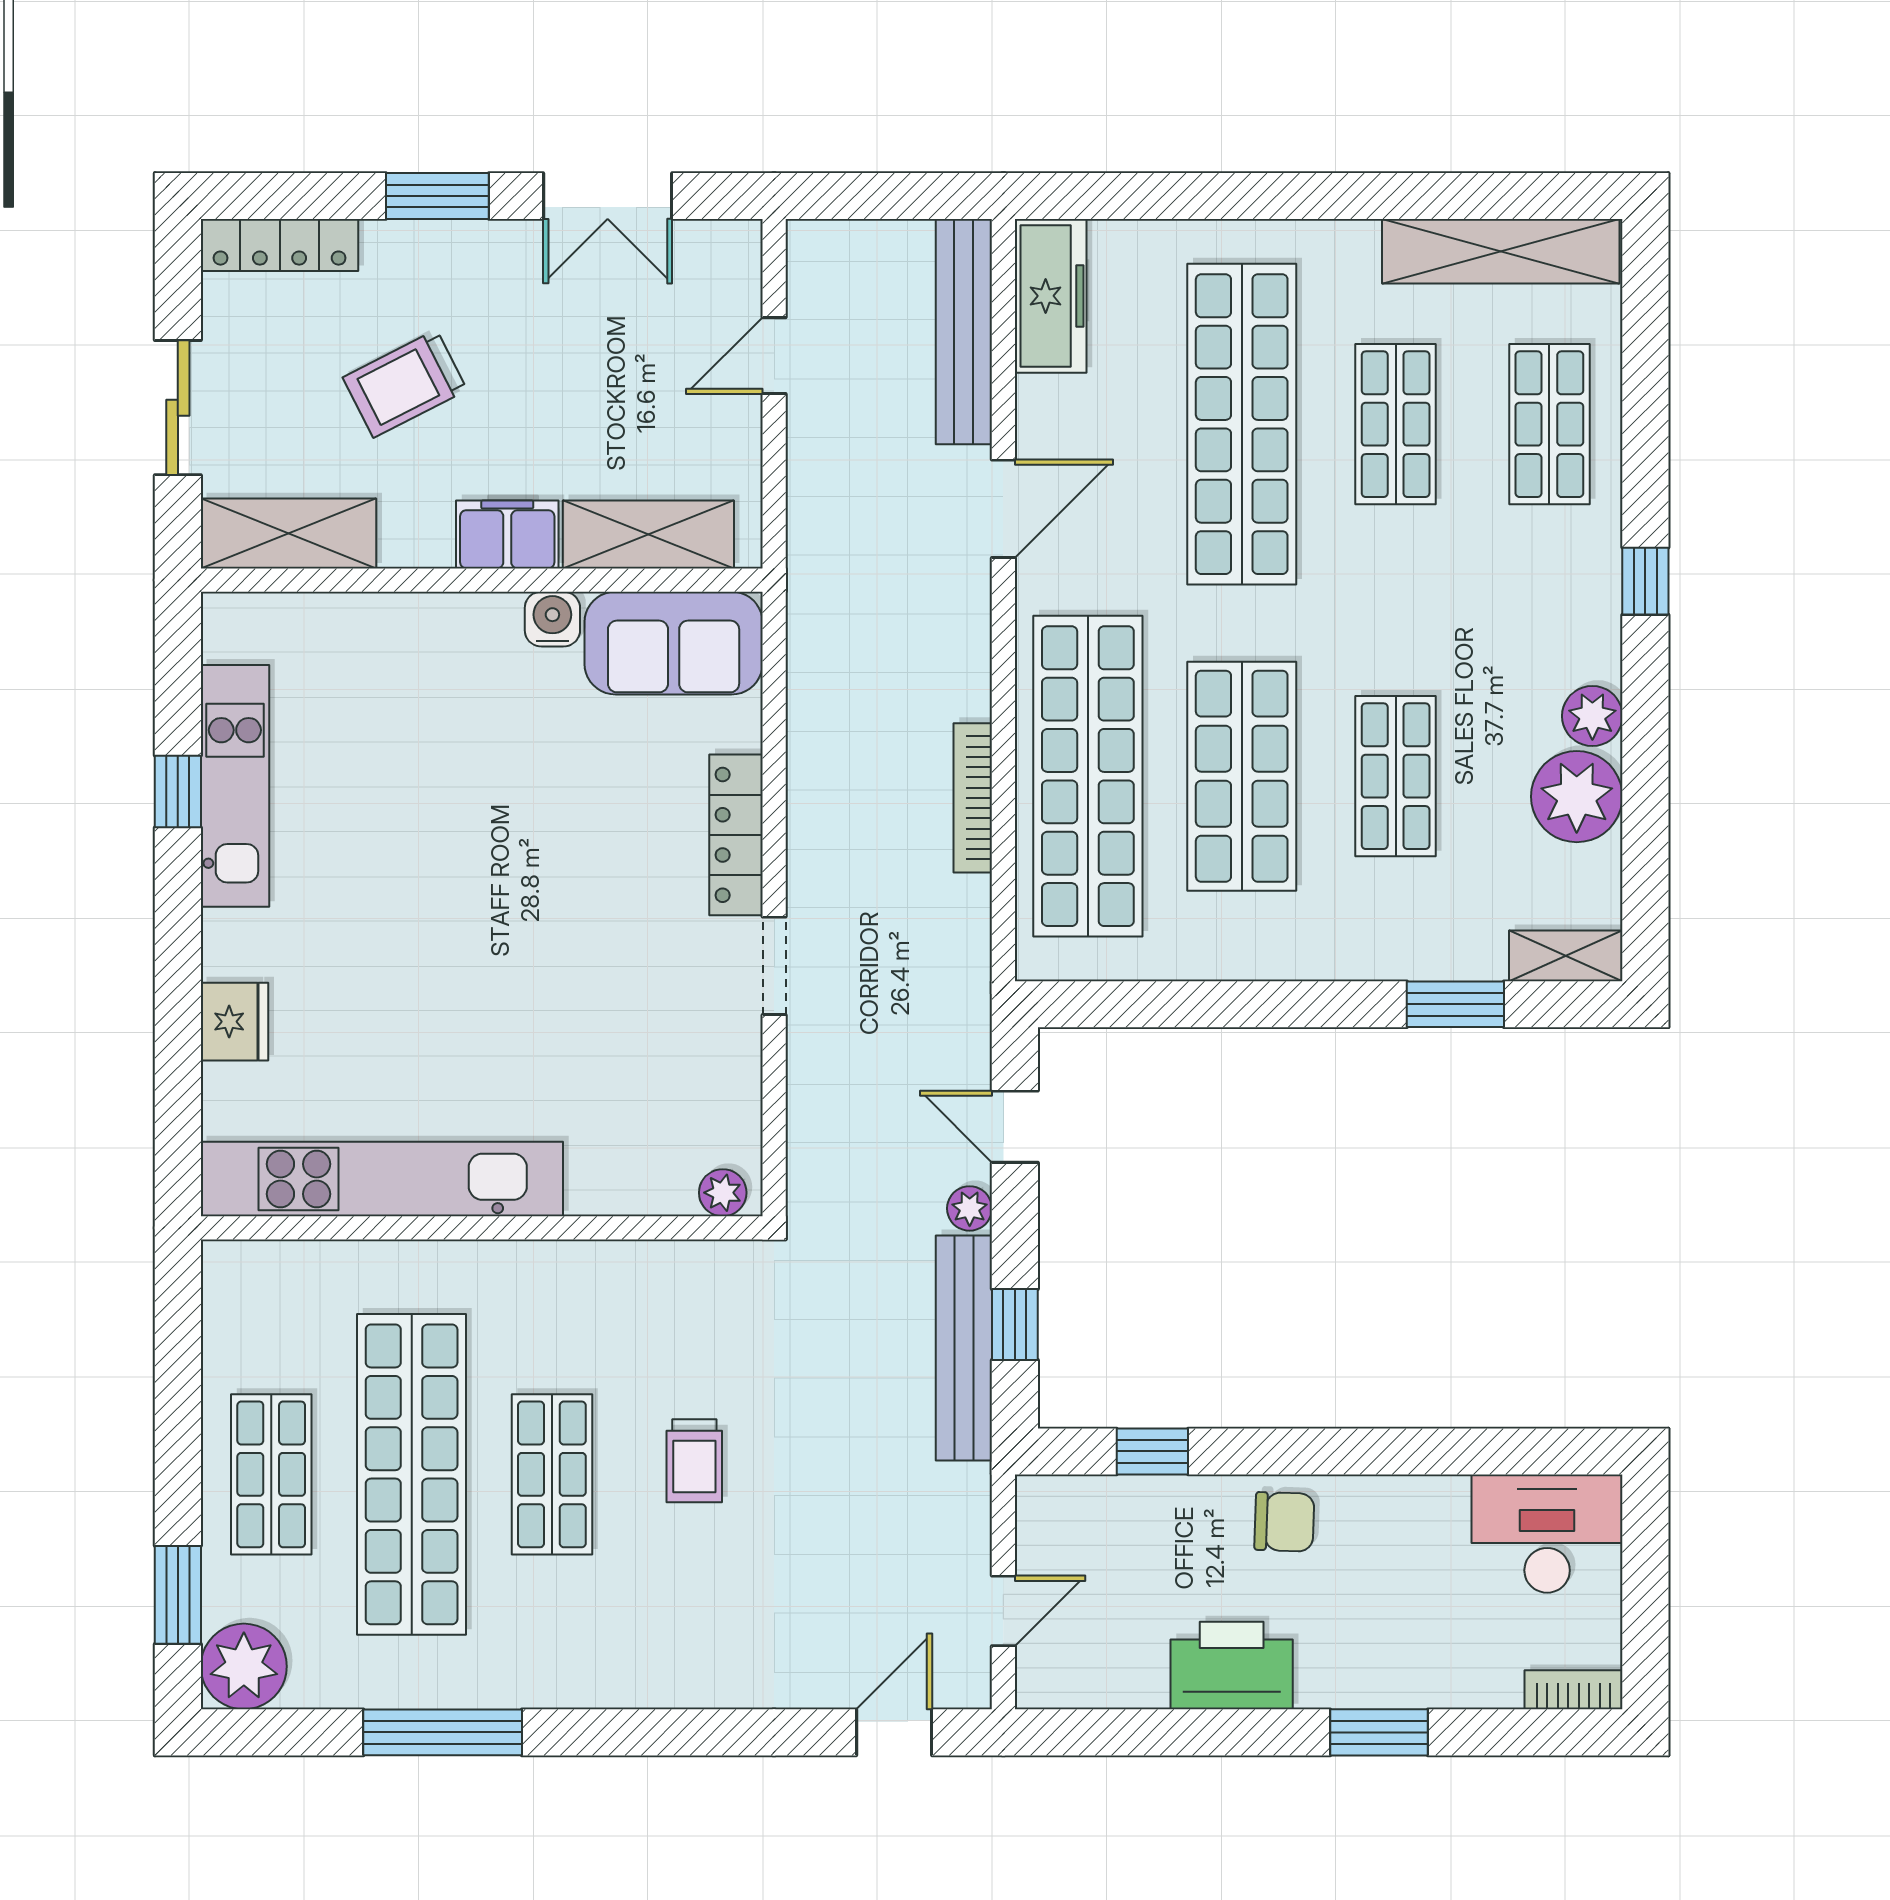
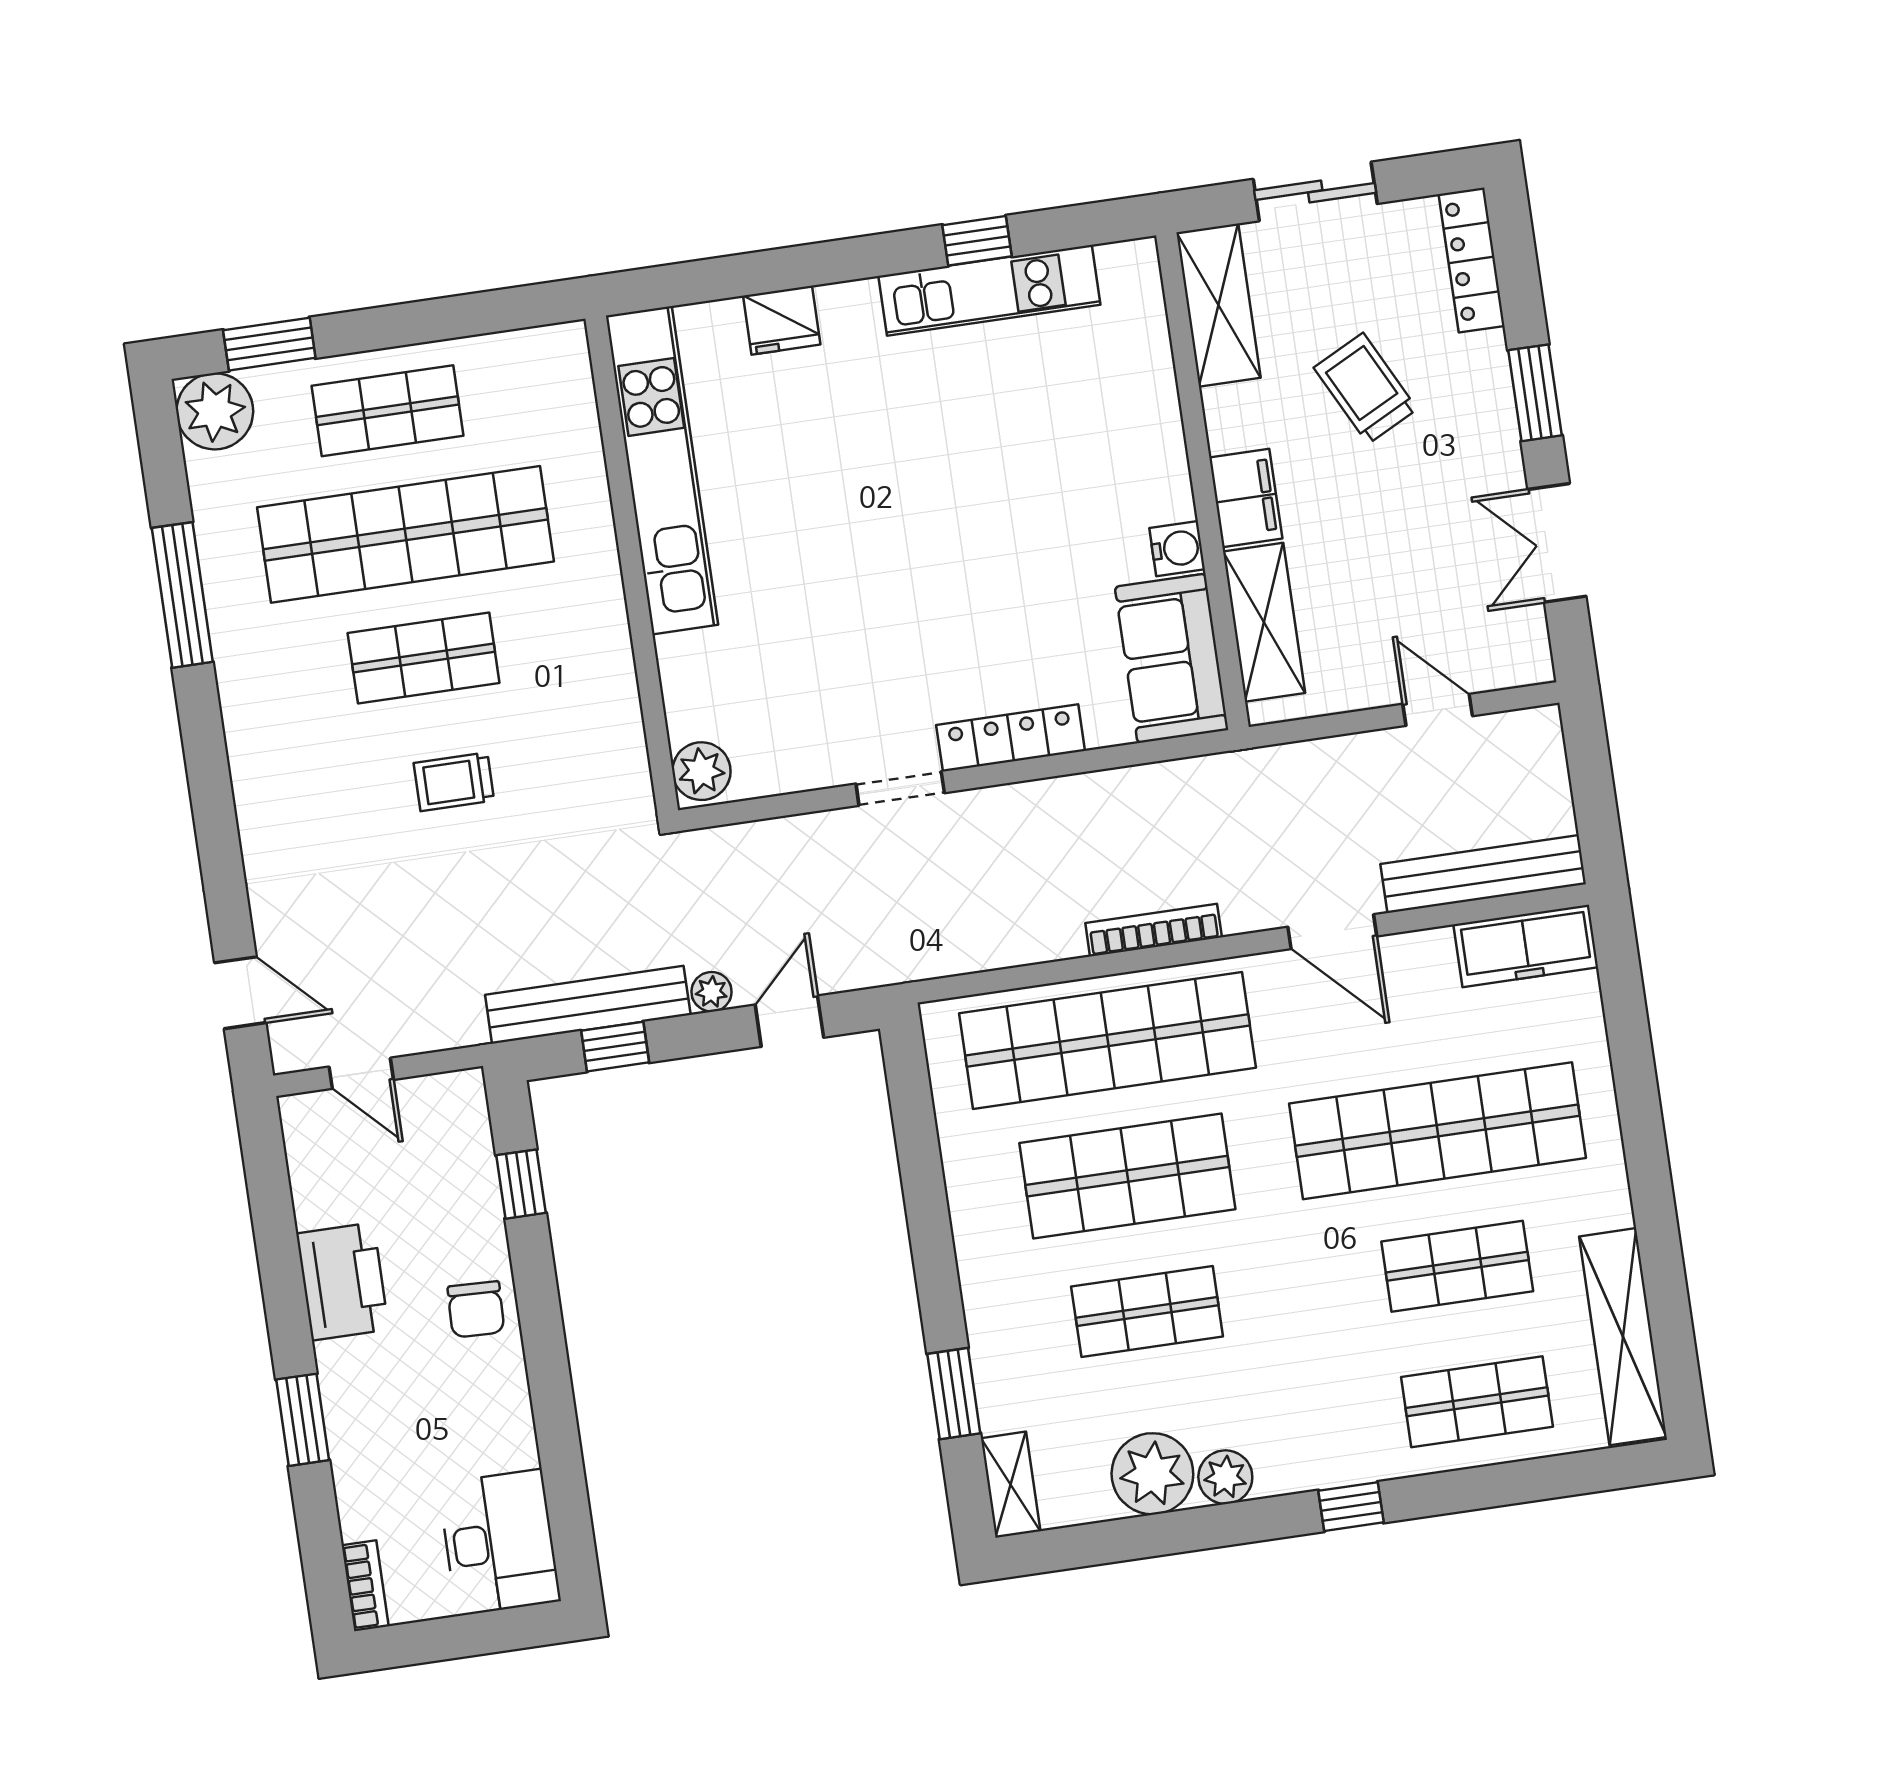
bookcase: (973, 798) -> (1154, 930), moved
plant: (723, 1193) -> (701, 771), width x1.38, depth x1.38

